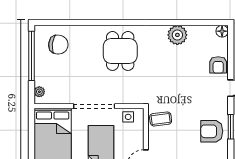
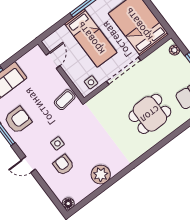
dining table: (120, 51) -> (150, 114), moved, turned 90
armchair: (218, 65) -> (63, 165), moved
side table: (194, 87) -> (57, 143), added

